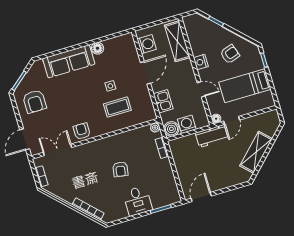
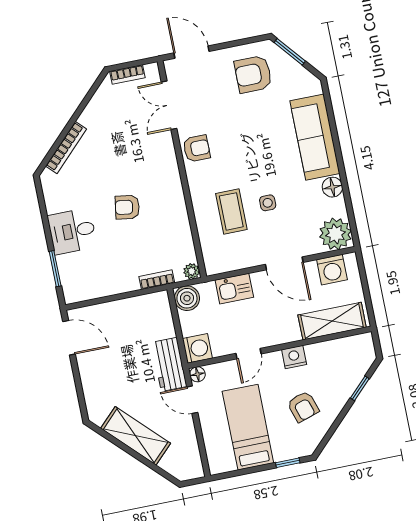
plant: (125, 44) -> (335, 234), added
washing machine: (187, 124) -> (197, 348), moved
double door: (57, 150) -> (169, 105), swing flipped

